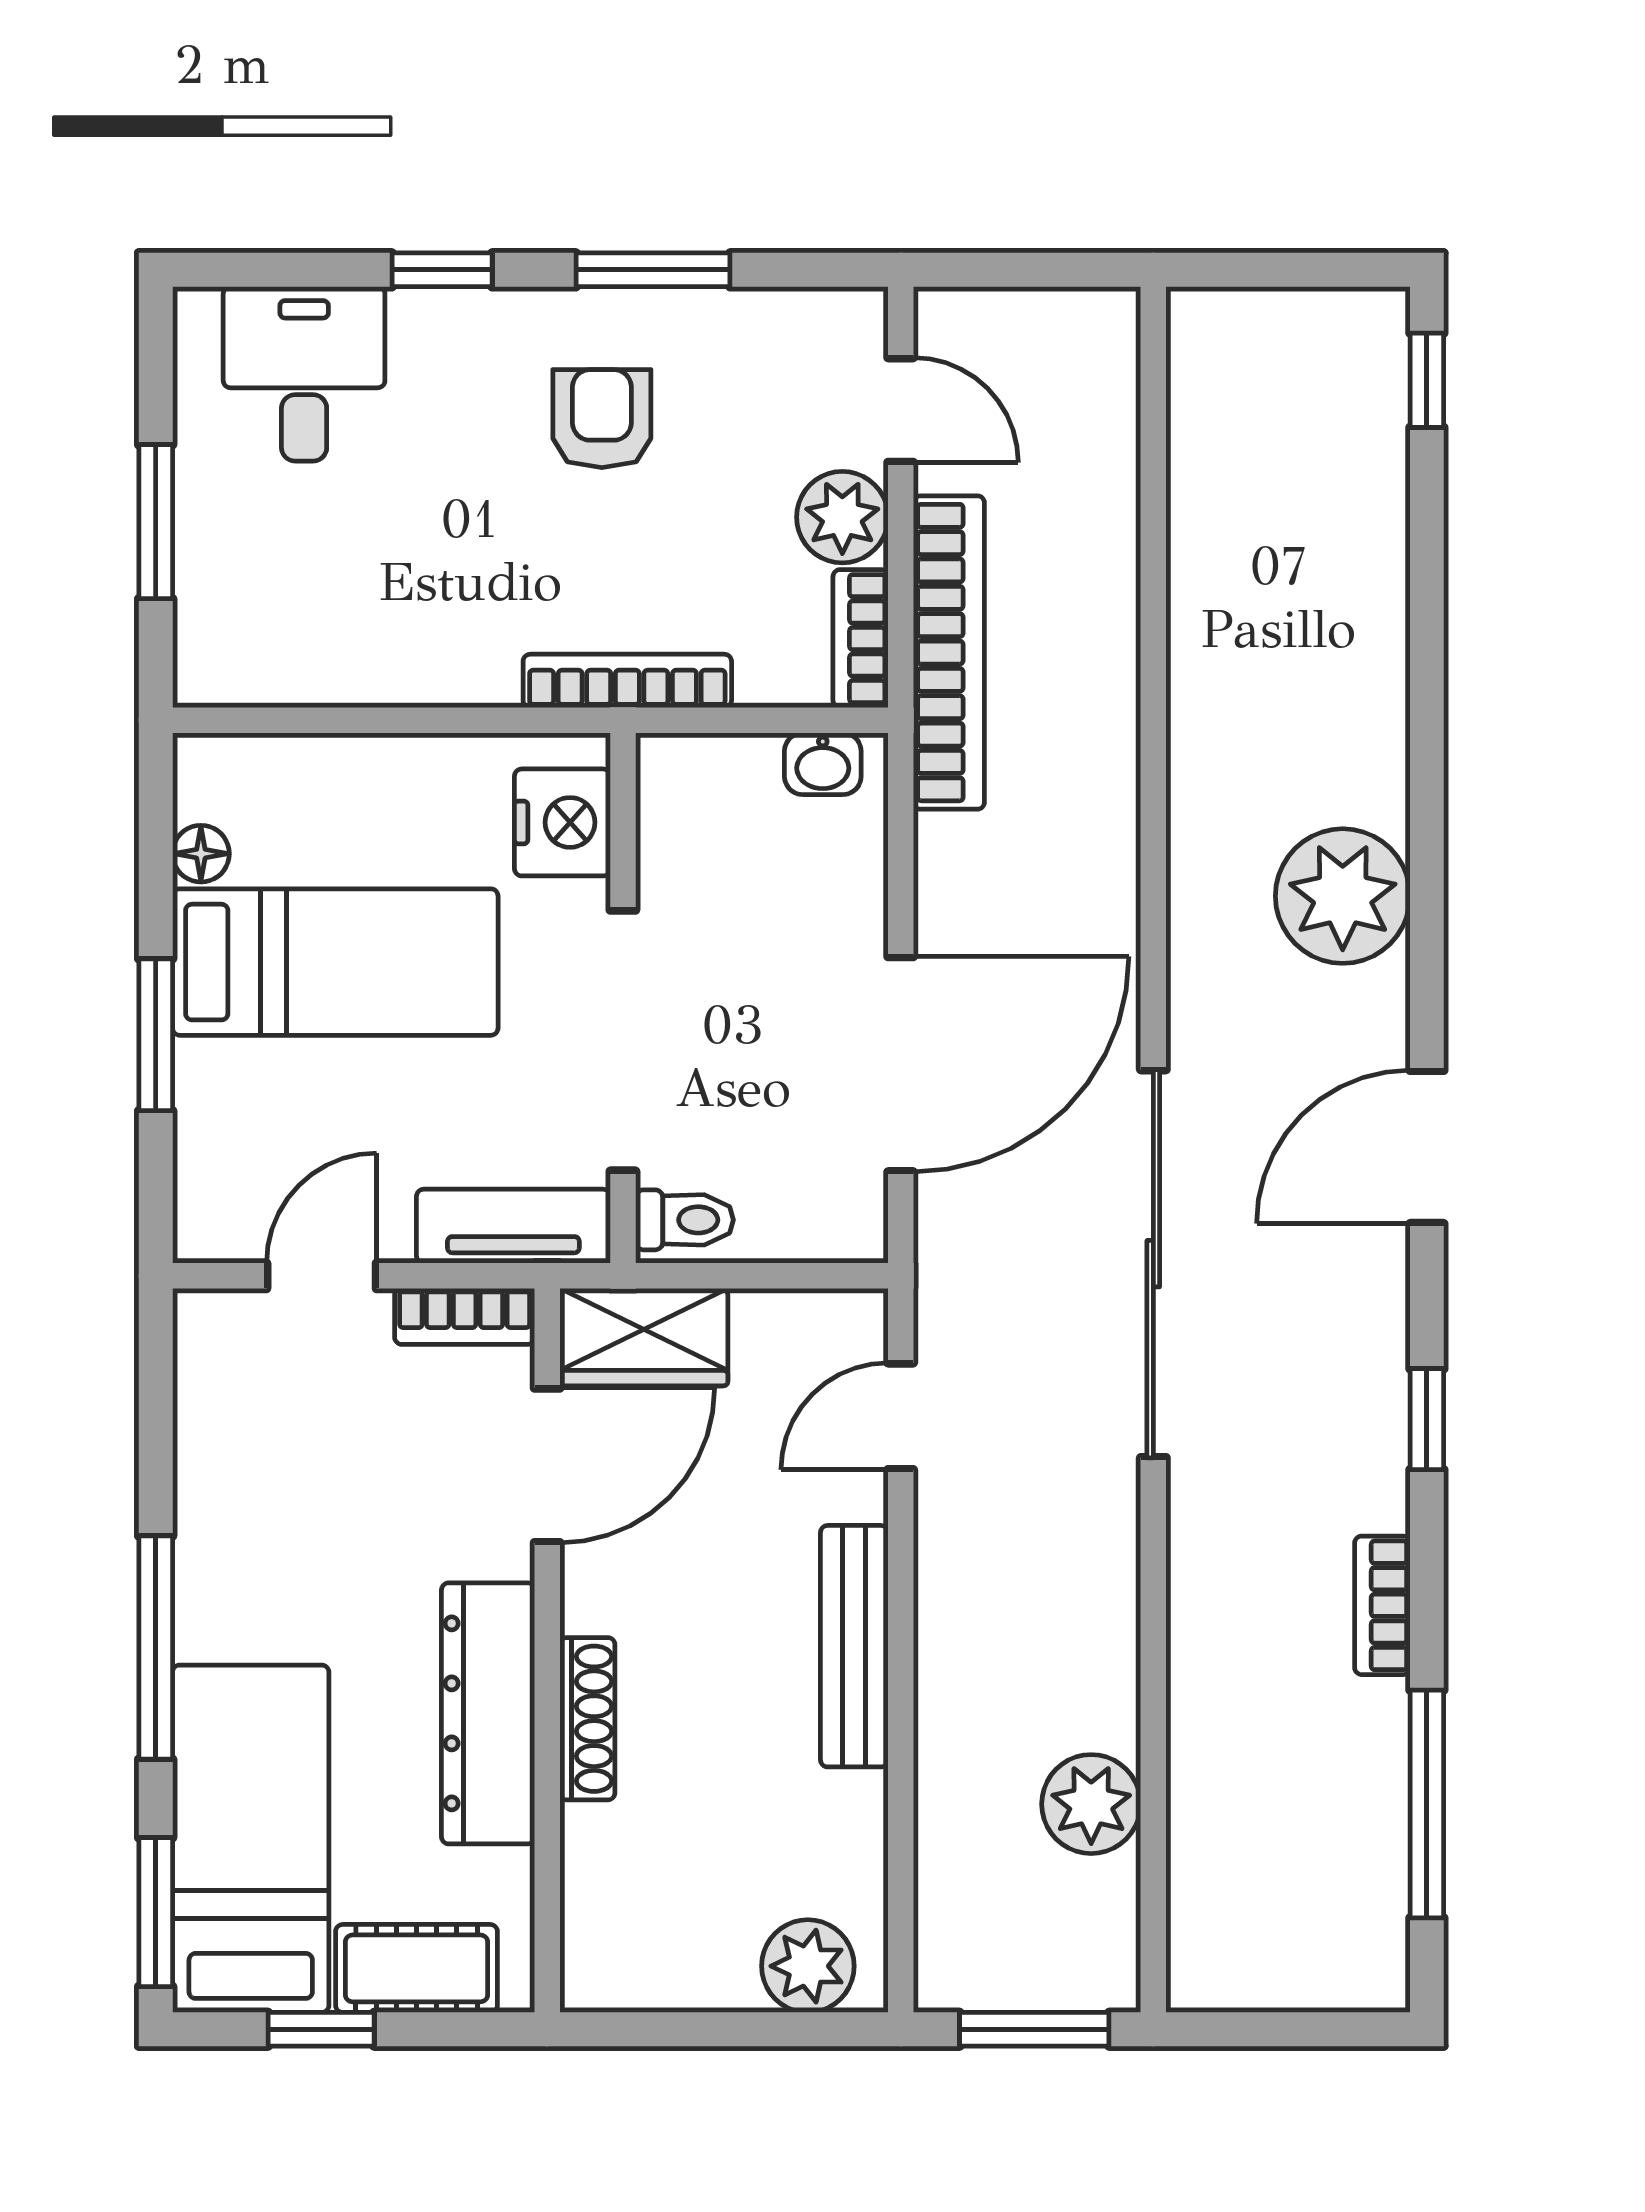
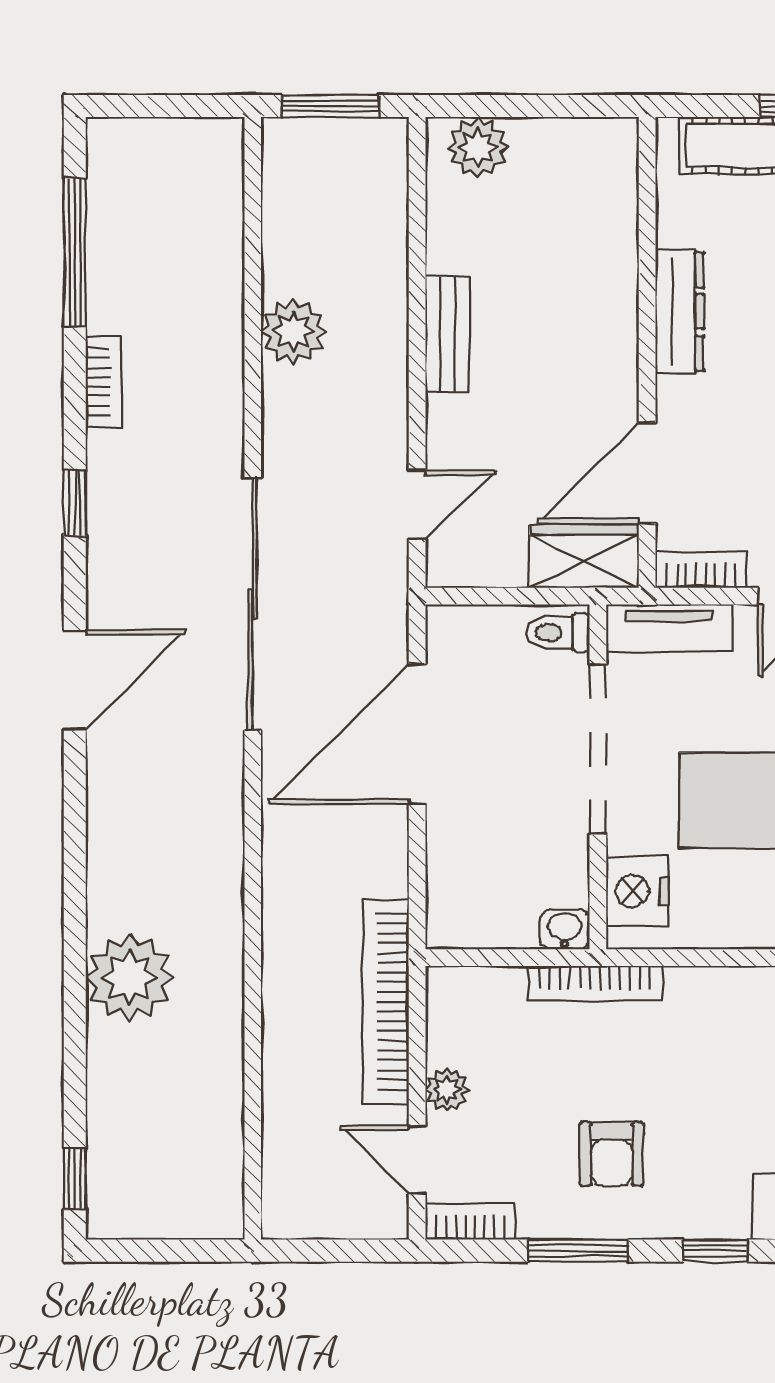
plant: (842, 517) -> (447, 1090), width x0.73, depth x0.73
bookcase: (861, 639) -> (470, 1222), moved, turned -90
washbasin: (823, 764) -> (565, 929), moved
plant: (1343, 896) -> (130, 978), moved
bench: (854, 1646) -> (447, 334), width x0.73
dresser: (488, 1713) -> (680, 312), width x0.73, depth x0.80
shoe rack: (587, 1719) -> (621, 308), removed
plant: (1091, 1804) -> (293, 331), moved

